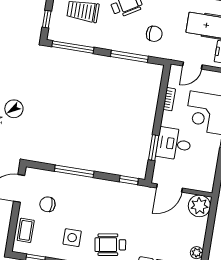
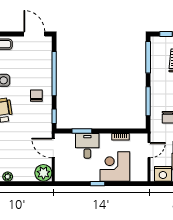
door: (192, 65) -> (149, 150), swing flipped
window: (74, 171) -> (54, 74), width x1.46
chair: (47, 204) -> (36, 96), moved

